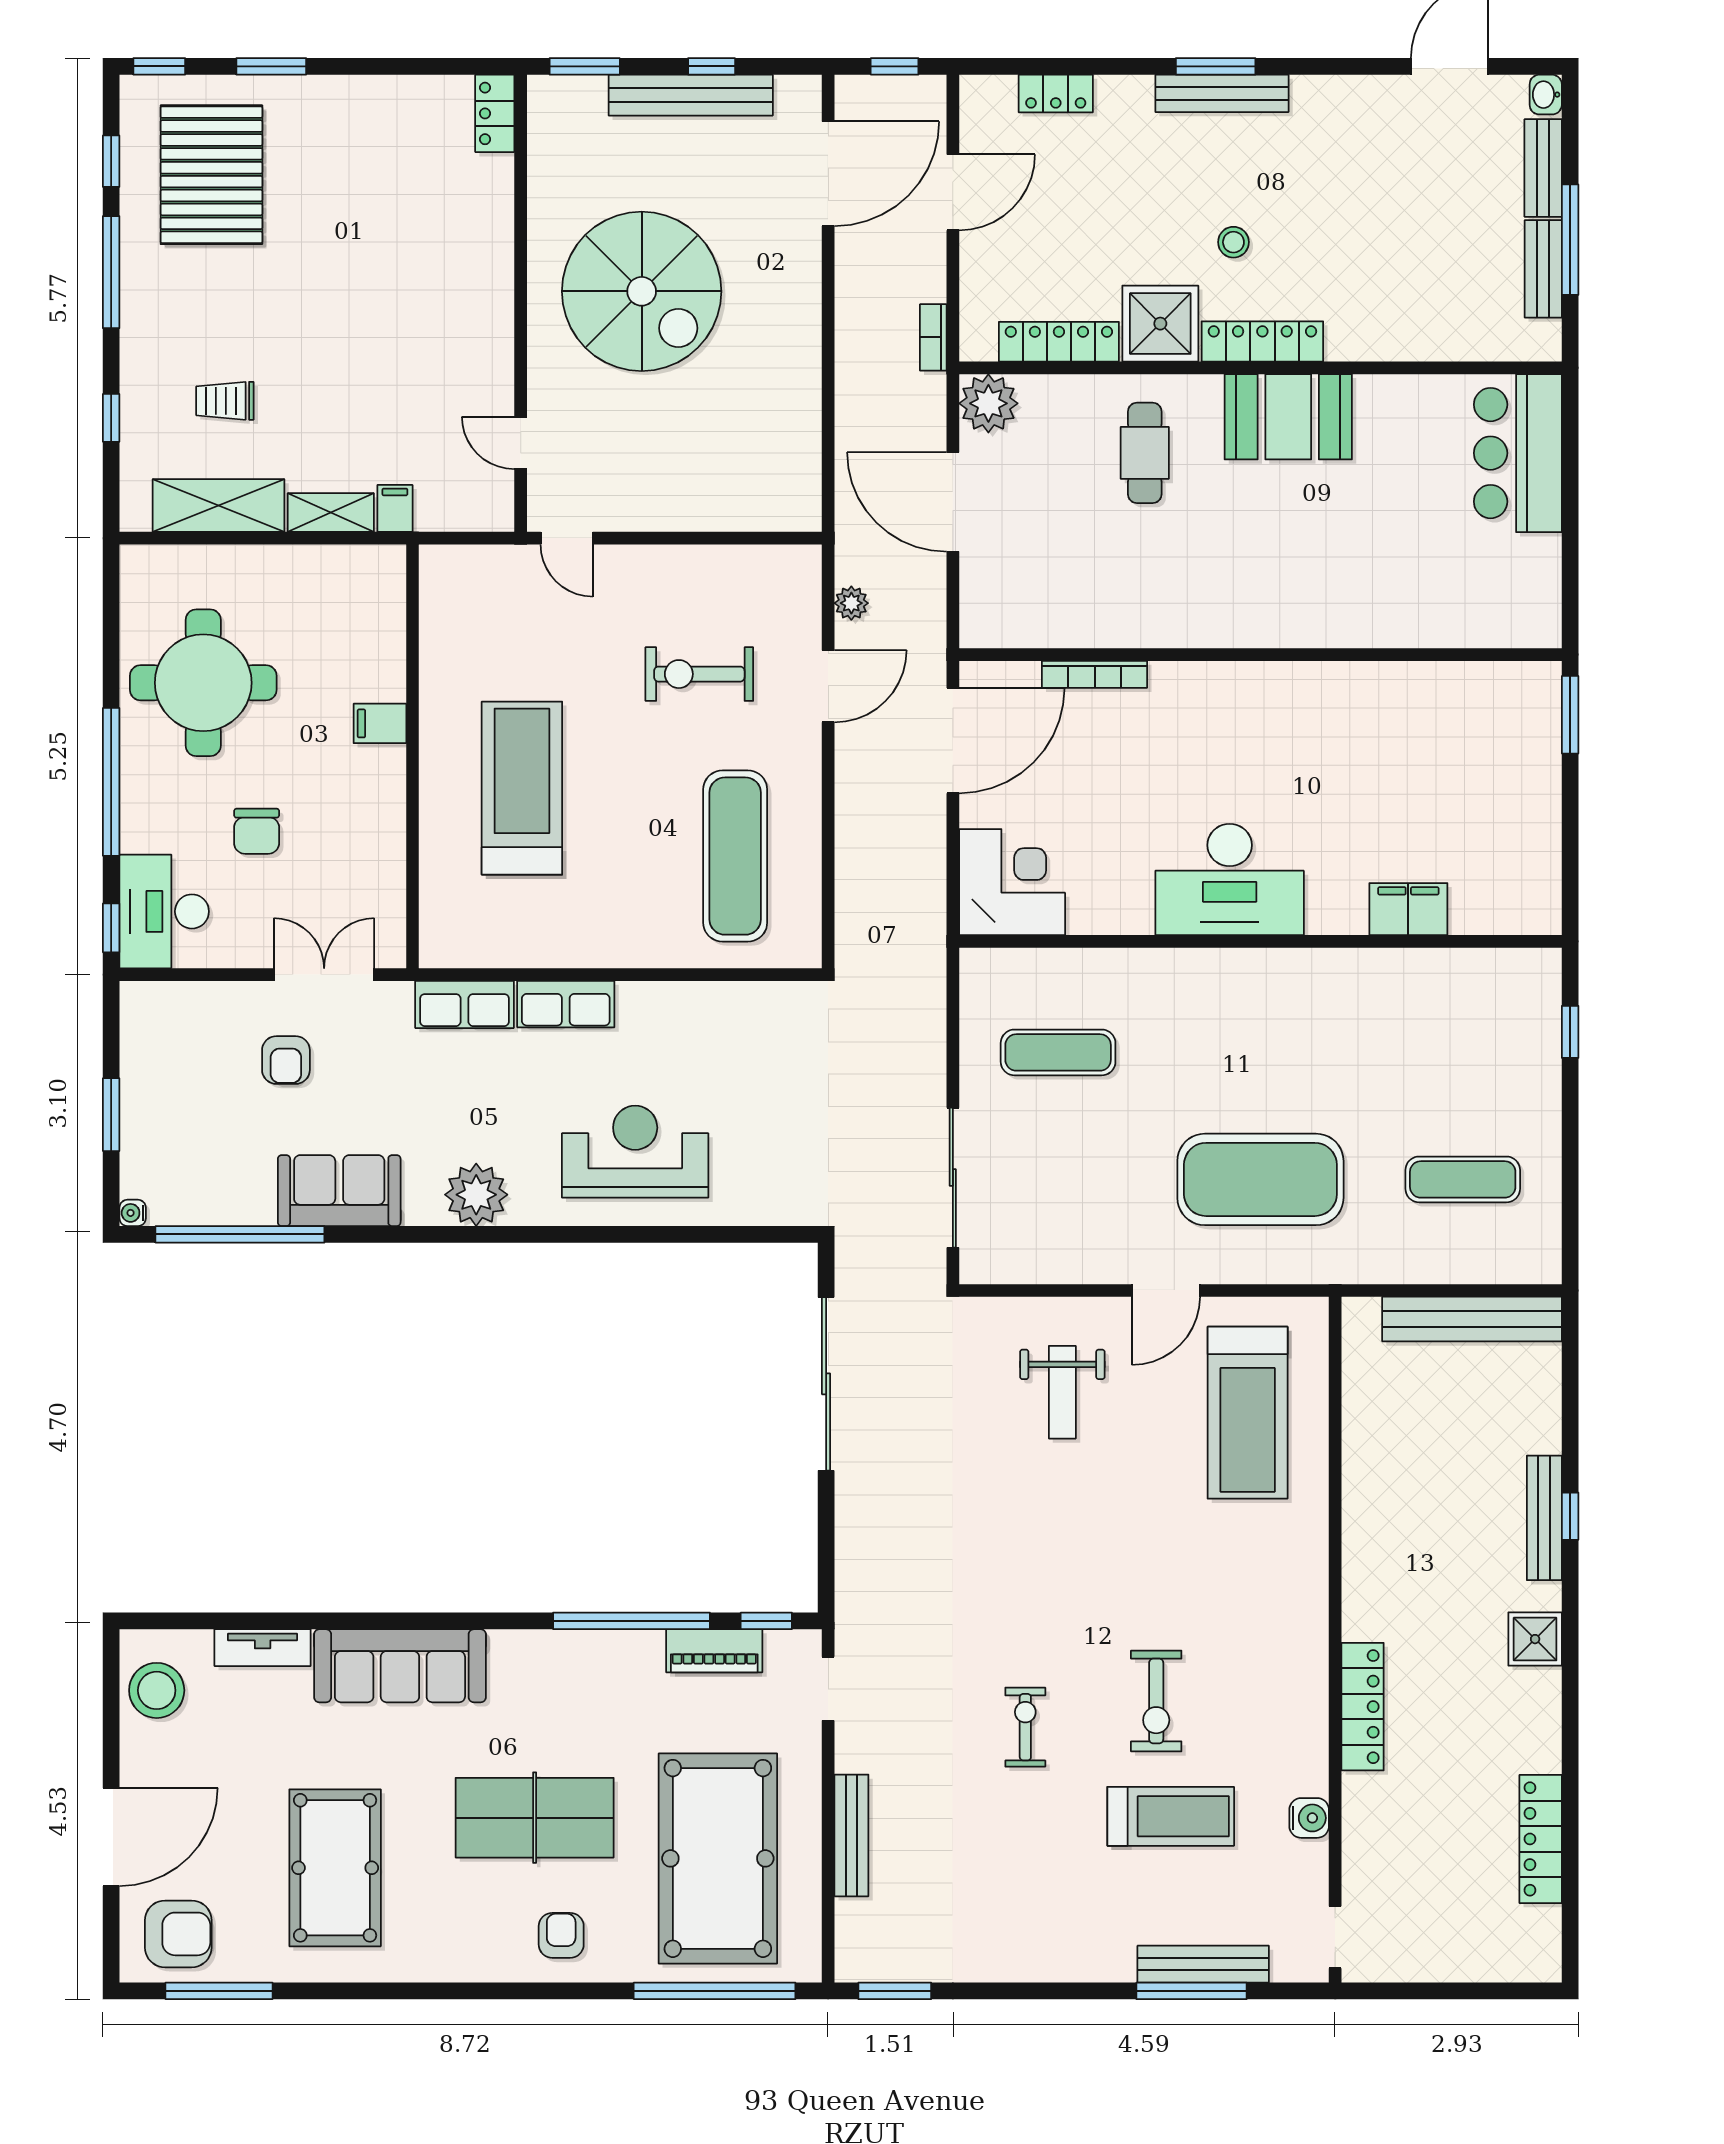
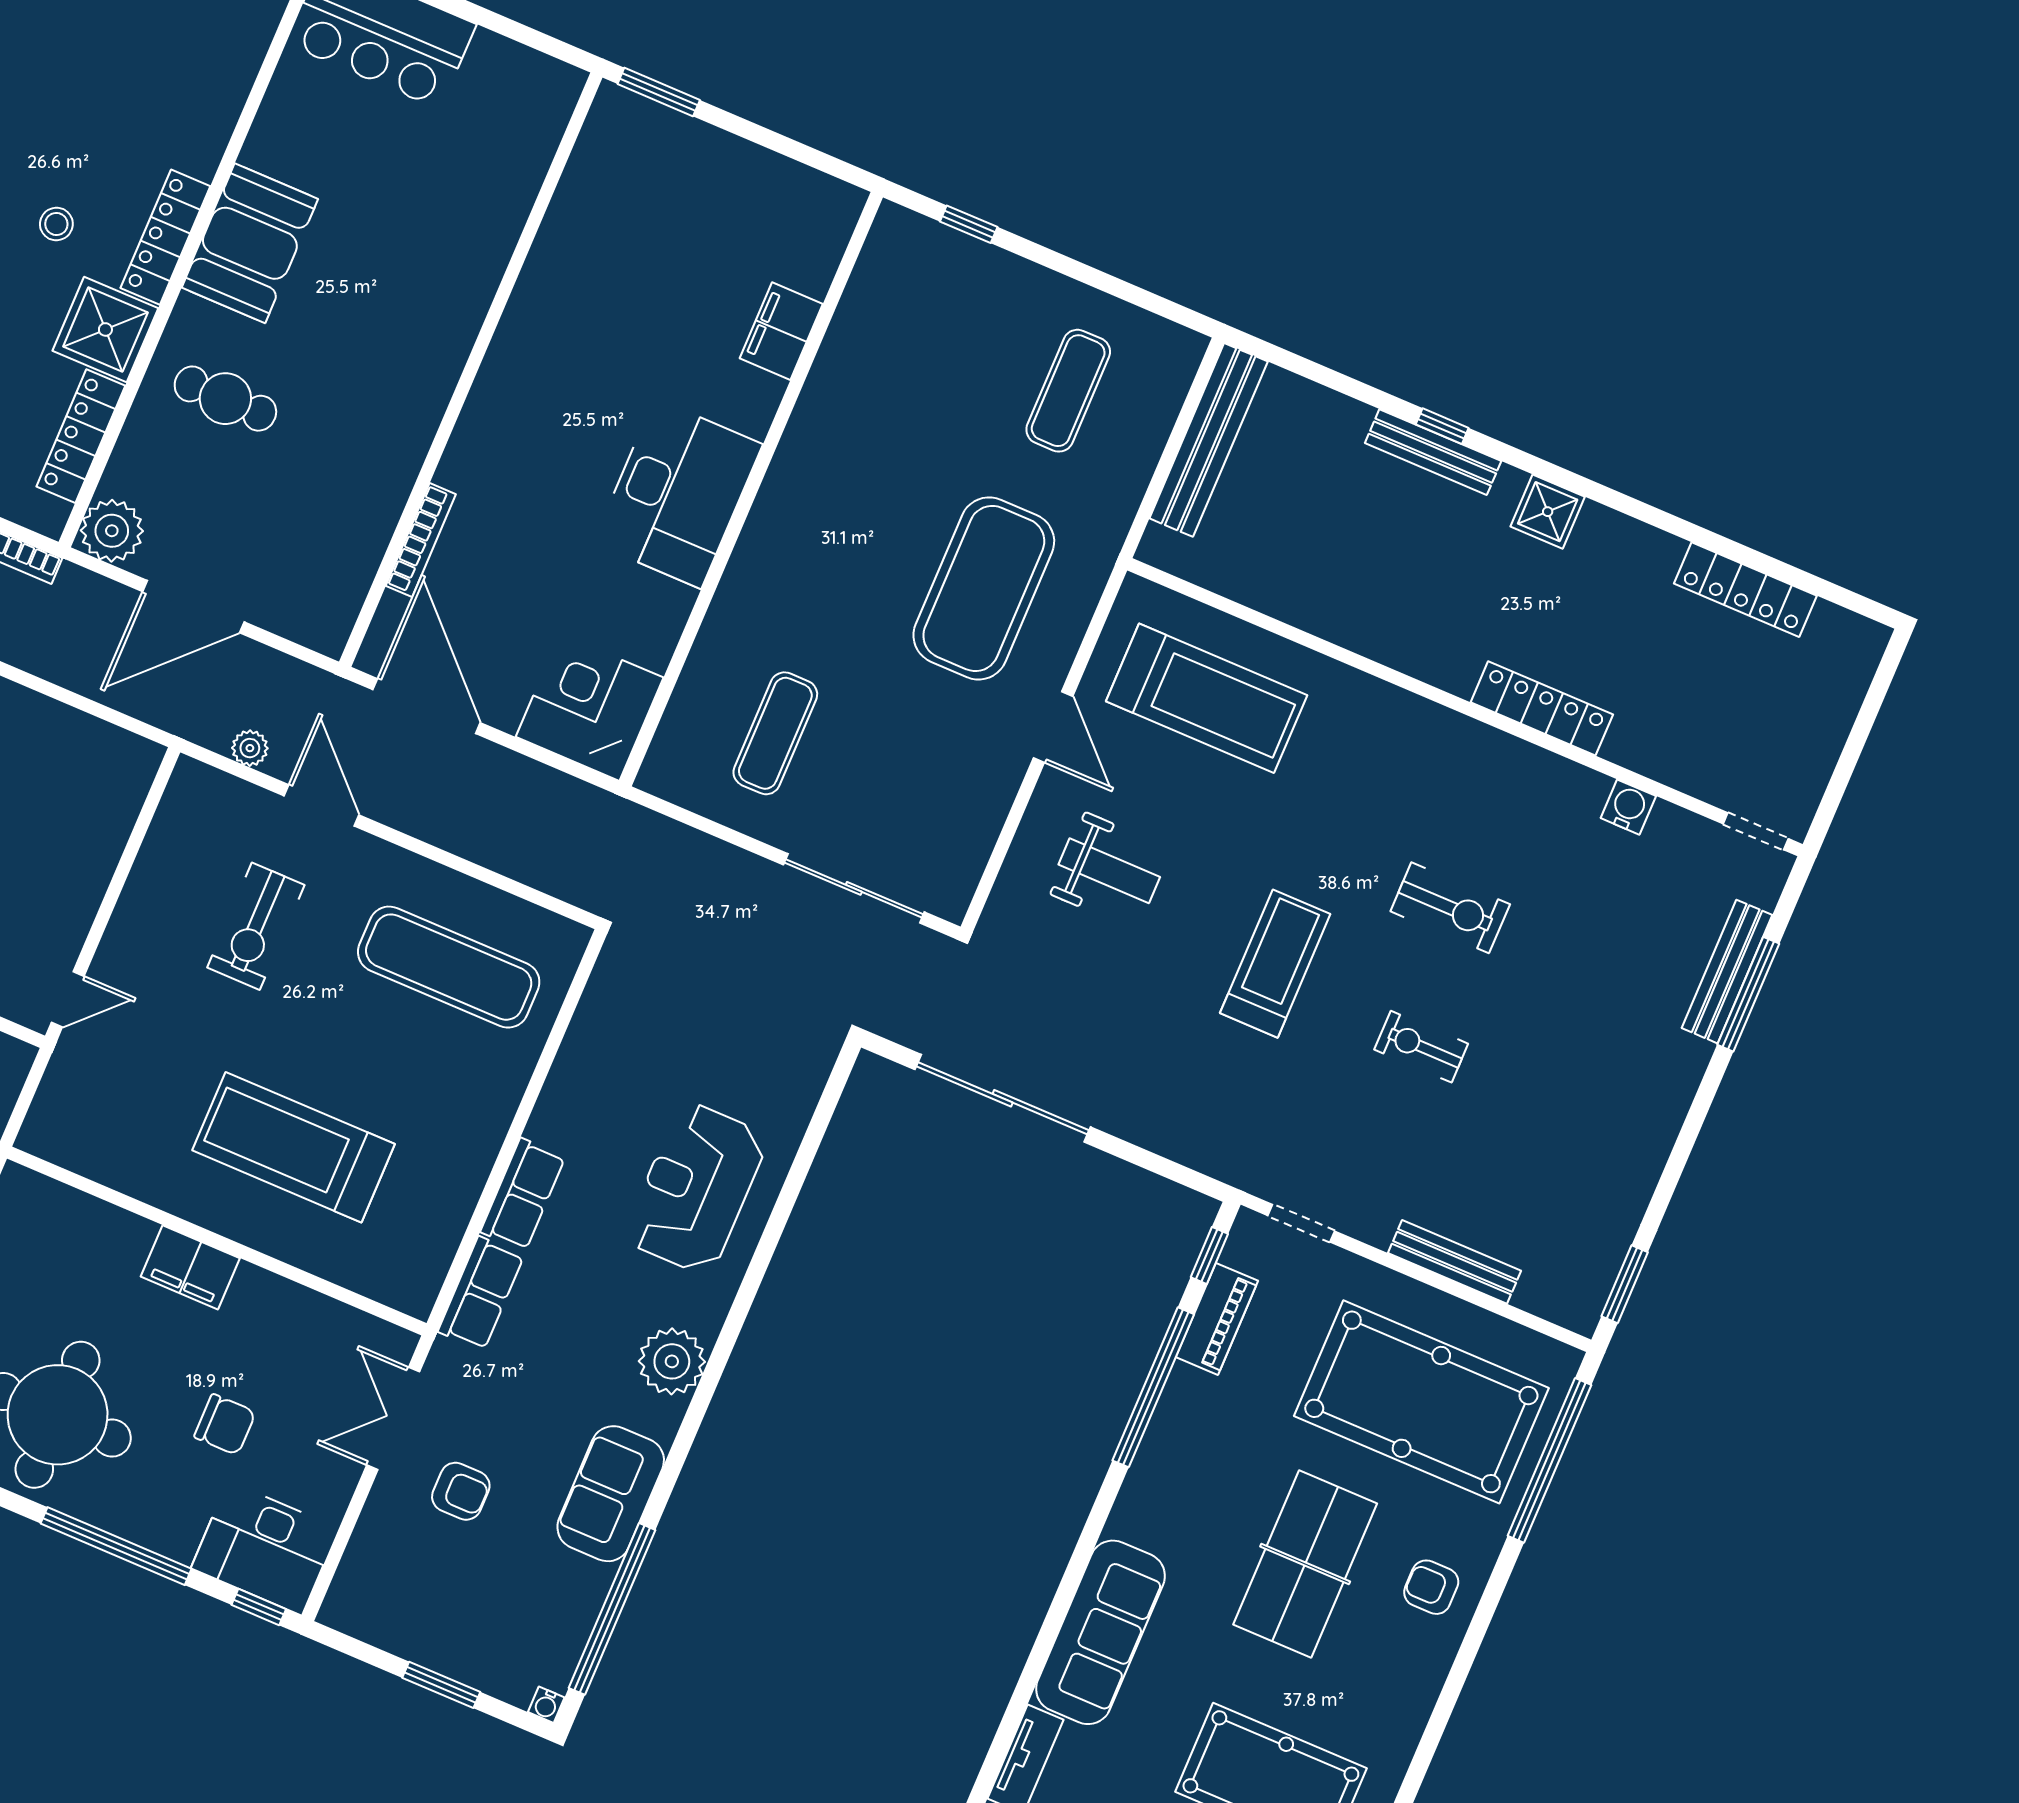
filing cabinet: (380, 723) -> (190, 1267), width x2.00
treadmill: (1171, 1816) -> (1275, 964), moved

